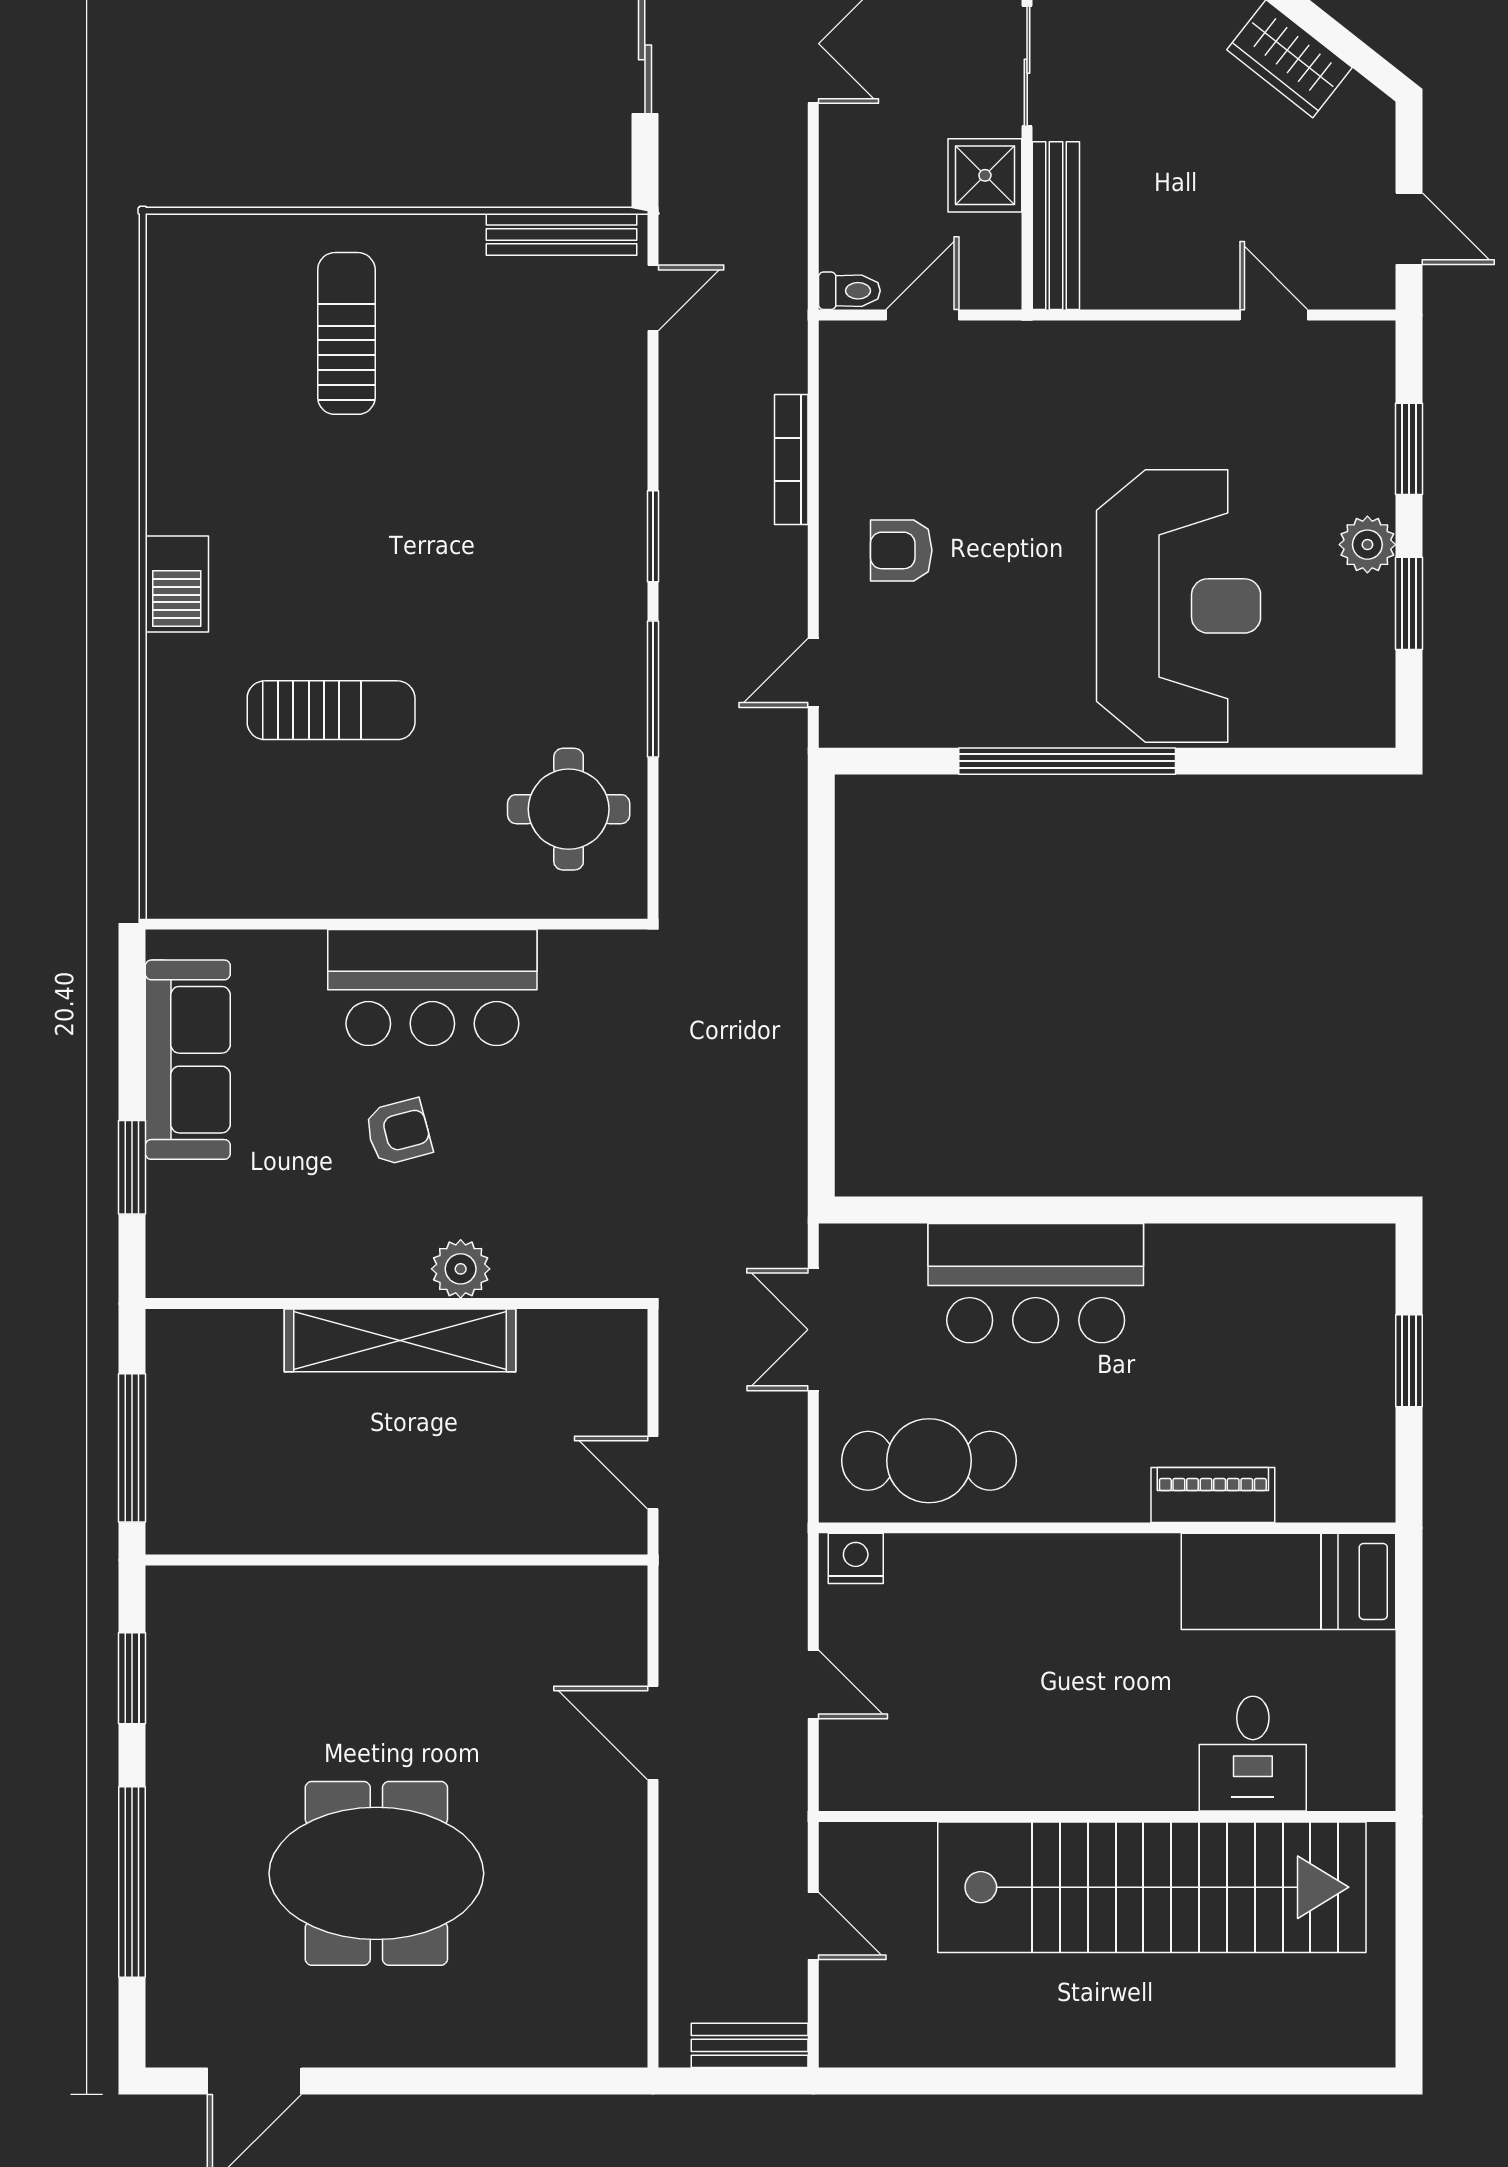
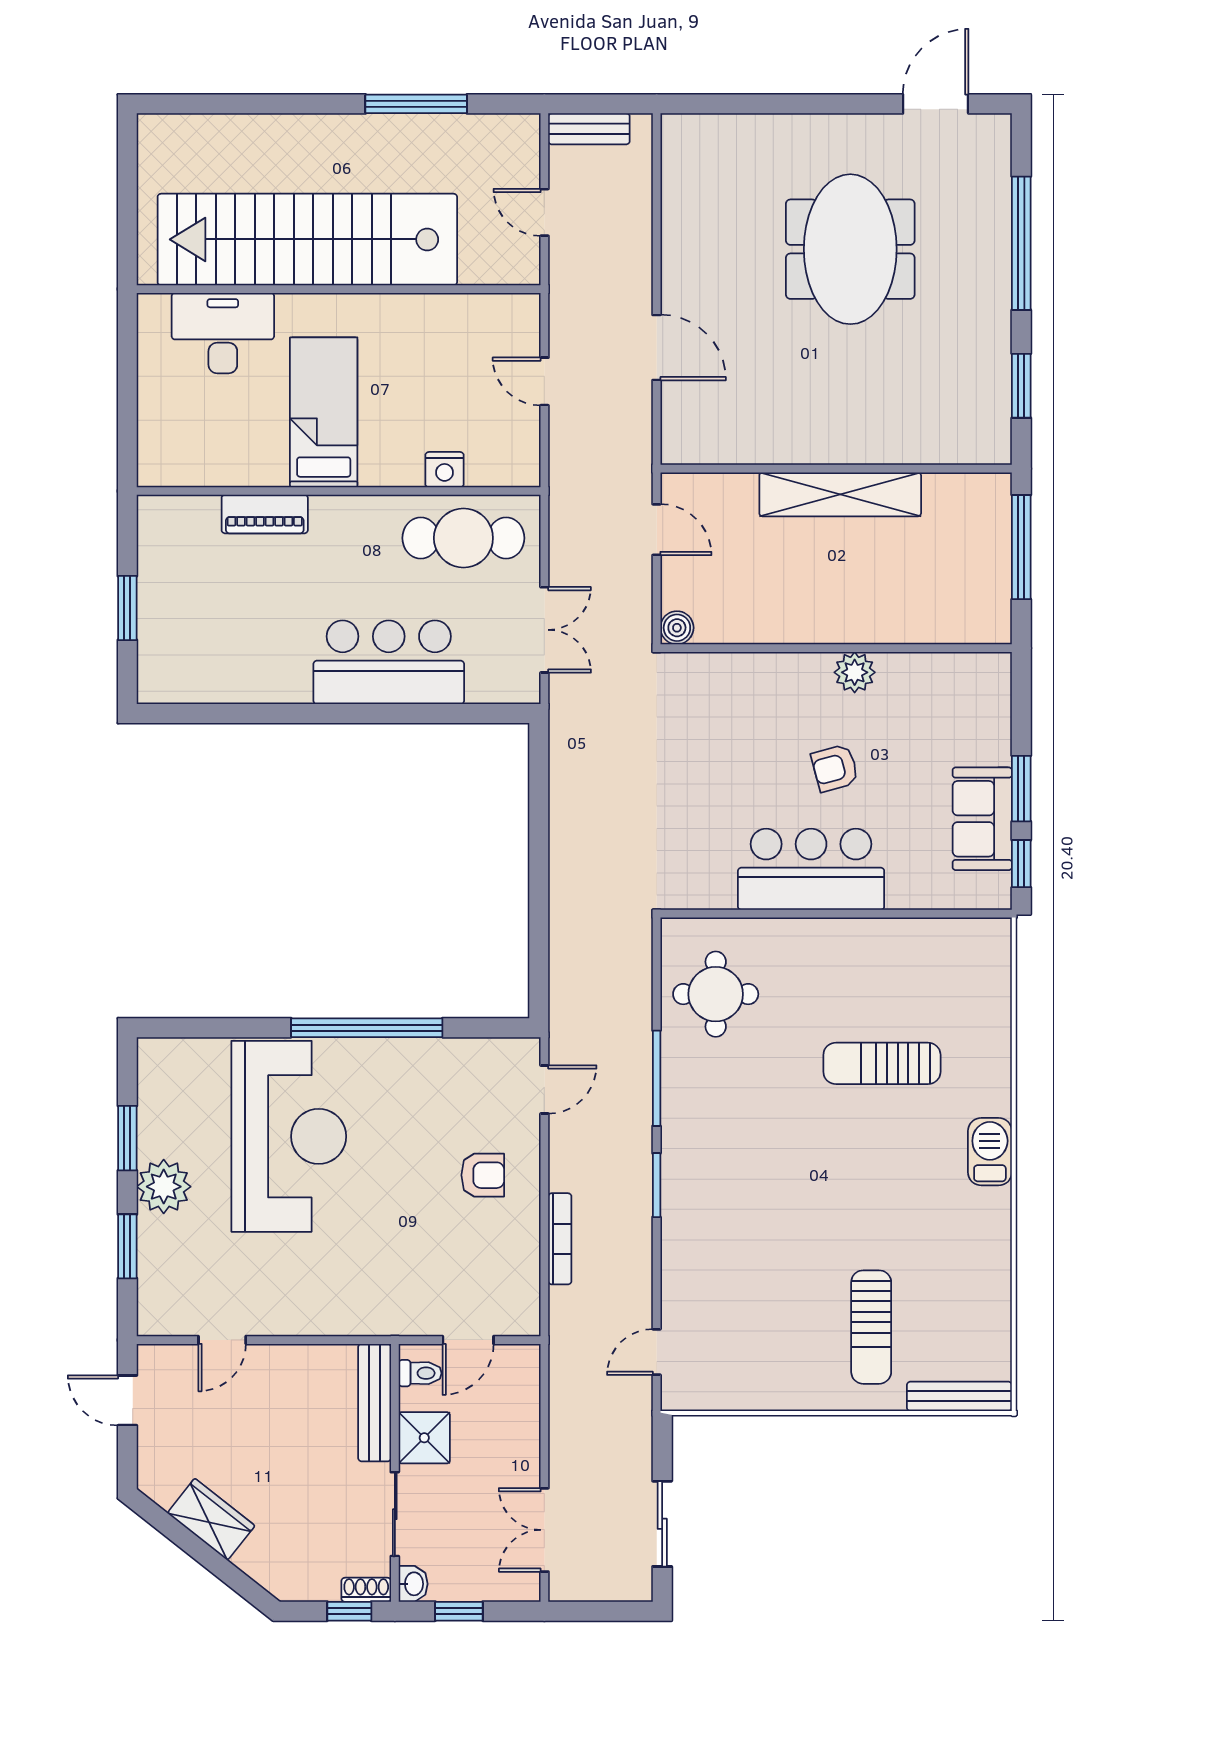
bench: (561, 234) -> (959, 1396), moved
toilet: (849, 291) -> (420, 1373), moved, turned 180
door: (1274, 315) -> (222, 1340), hinge flipped
plant: (1367, 545) -> (164, 1187), width x1.36, depth x1.36
reception desk: (1179, 606) -> (289, 1136), turned 180
window: (132, 995) -> (1021, 864), added
sofa: (188, 1060) -> (982, 819), width x0.73
window: (132, 1167) -> (1021, 789), moved
plant: (461, 1269) -> (855, 672), moved
boiler: (624, 1333) -> (677, 628), added
shelving: (400, 1340) -> (840, 494), moved
nightstand: (856, 1558) -> (444, 470), moved
bed: (1289, 1581) -> (324, 412), moved, turned -90
desk: (1253, 1754) -> (223, 333), width x1.37
meeting table: (376, 1873) -> (850, 249), turned 90
window: (996, 2081) -> (416, 104), added

